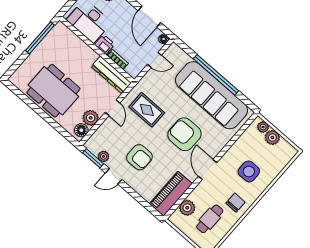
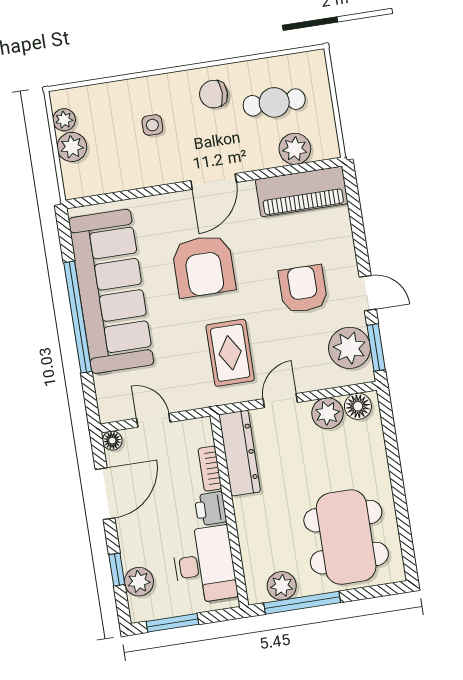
plant: (53, 38) -> (282, 586), added
dining table: (53, 91) -> (346, 537), moved
plant: (263, 127) -> (64, 120), moved
plant: (104, 156) -> (350, 348), width x1.88, depth x1.88
side table: (249, 171) -> (152, 125), width x0.54, depth x0.54

